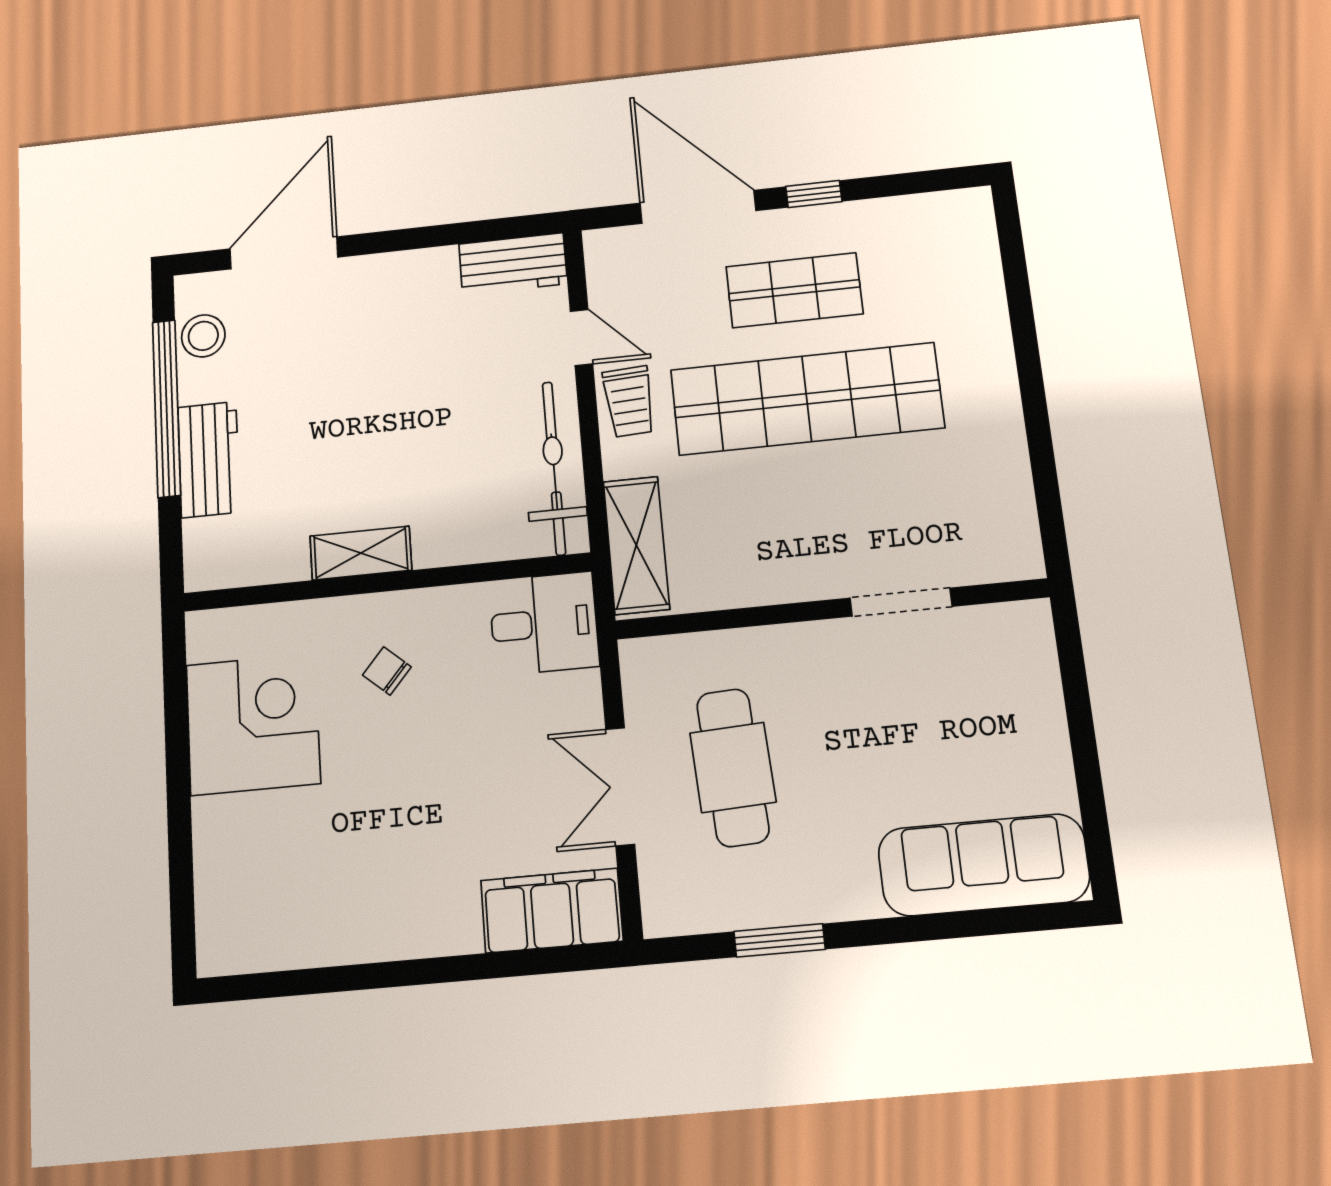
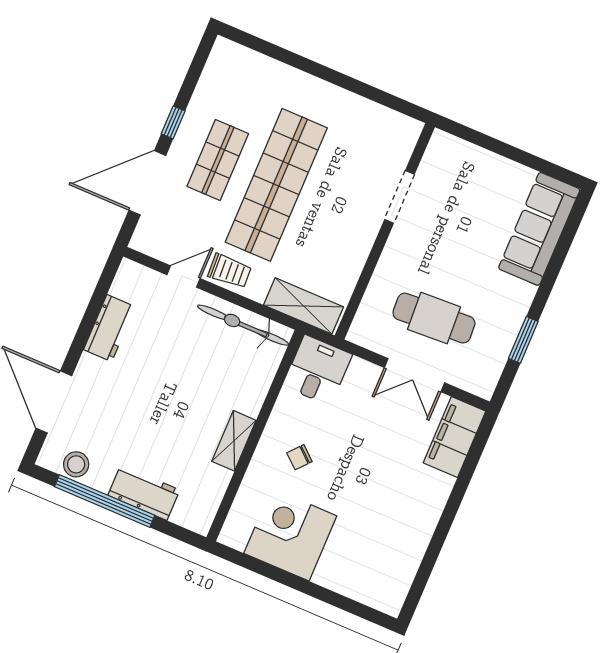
workbench: (513, 264) -> (109, 328), moved

